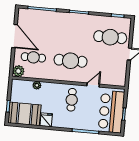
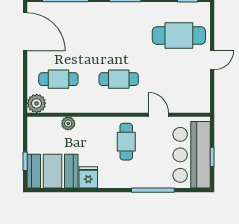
door: (15, 36) -> (25, 32), moved
cafe table: (71, 61) -> (119, 79), width x0.73, depth x0.74
door: (93, 85) -> (158, 115), hinge flipped

